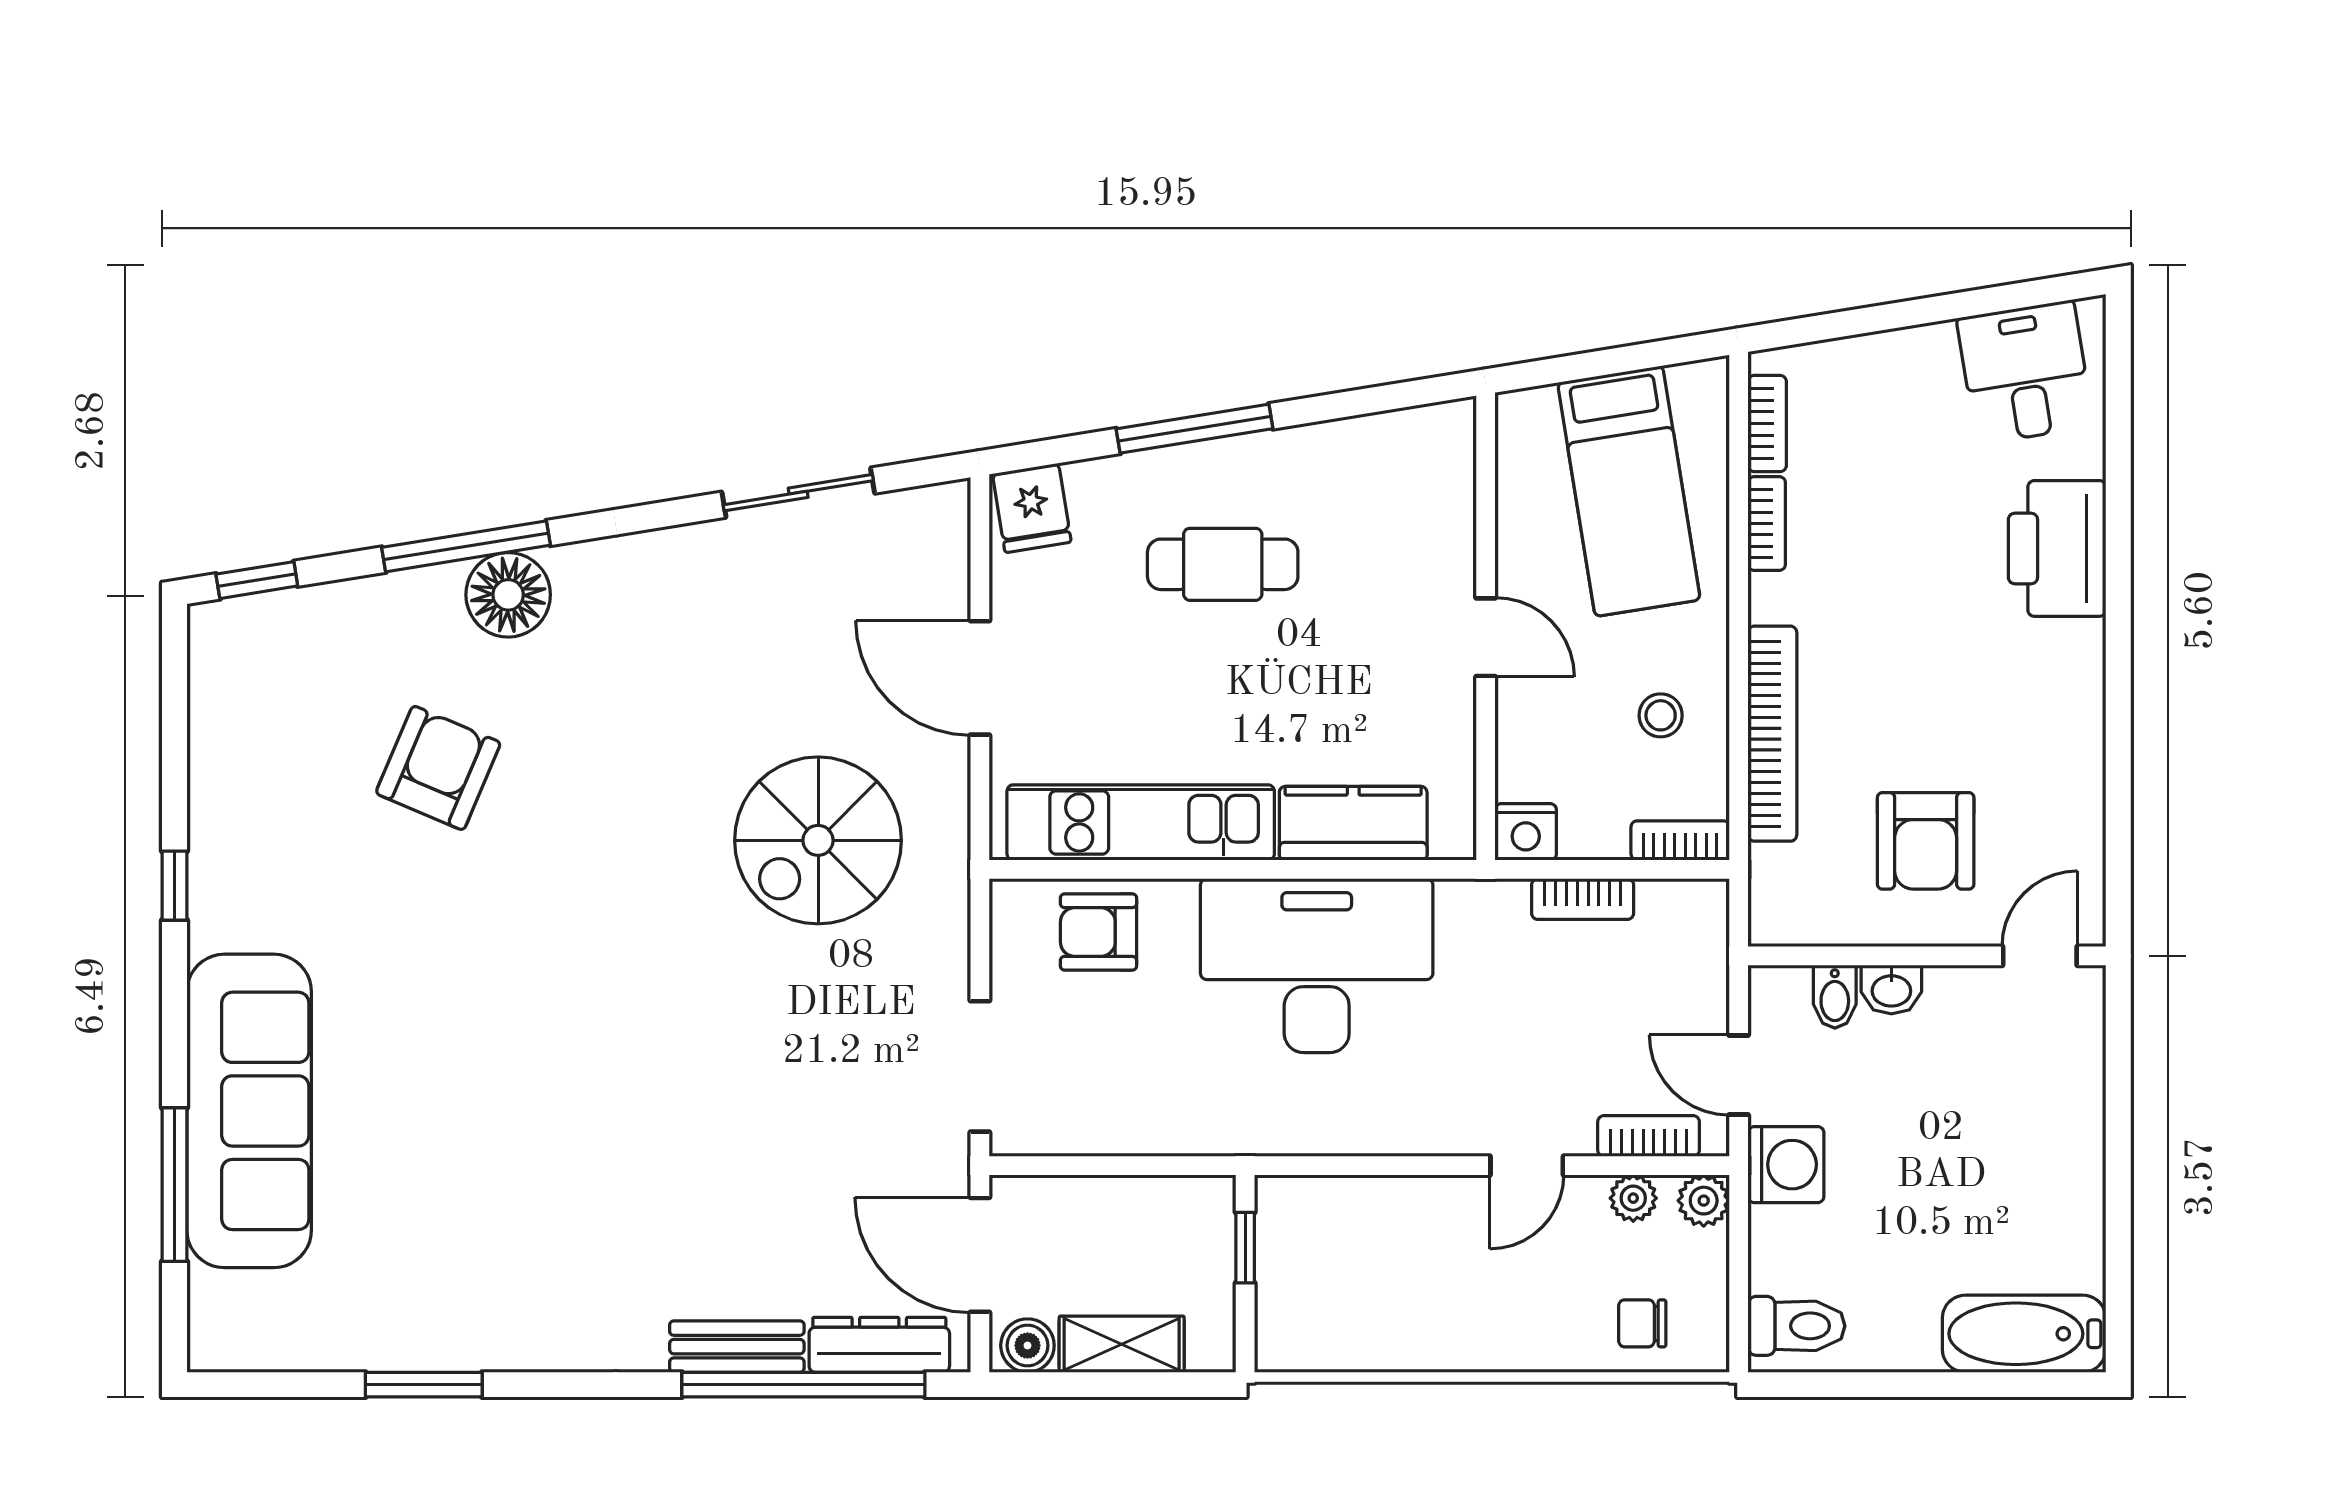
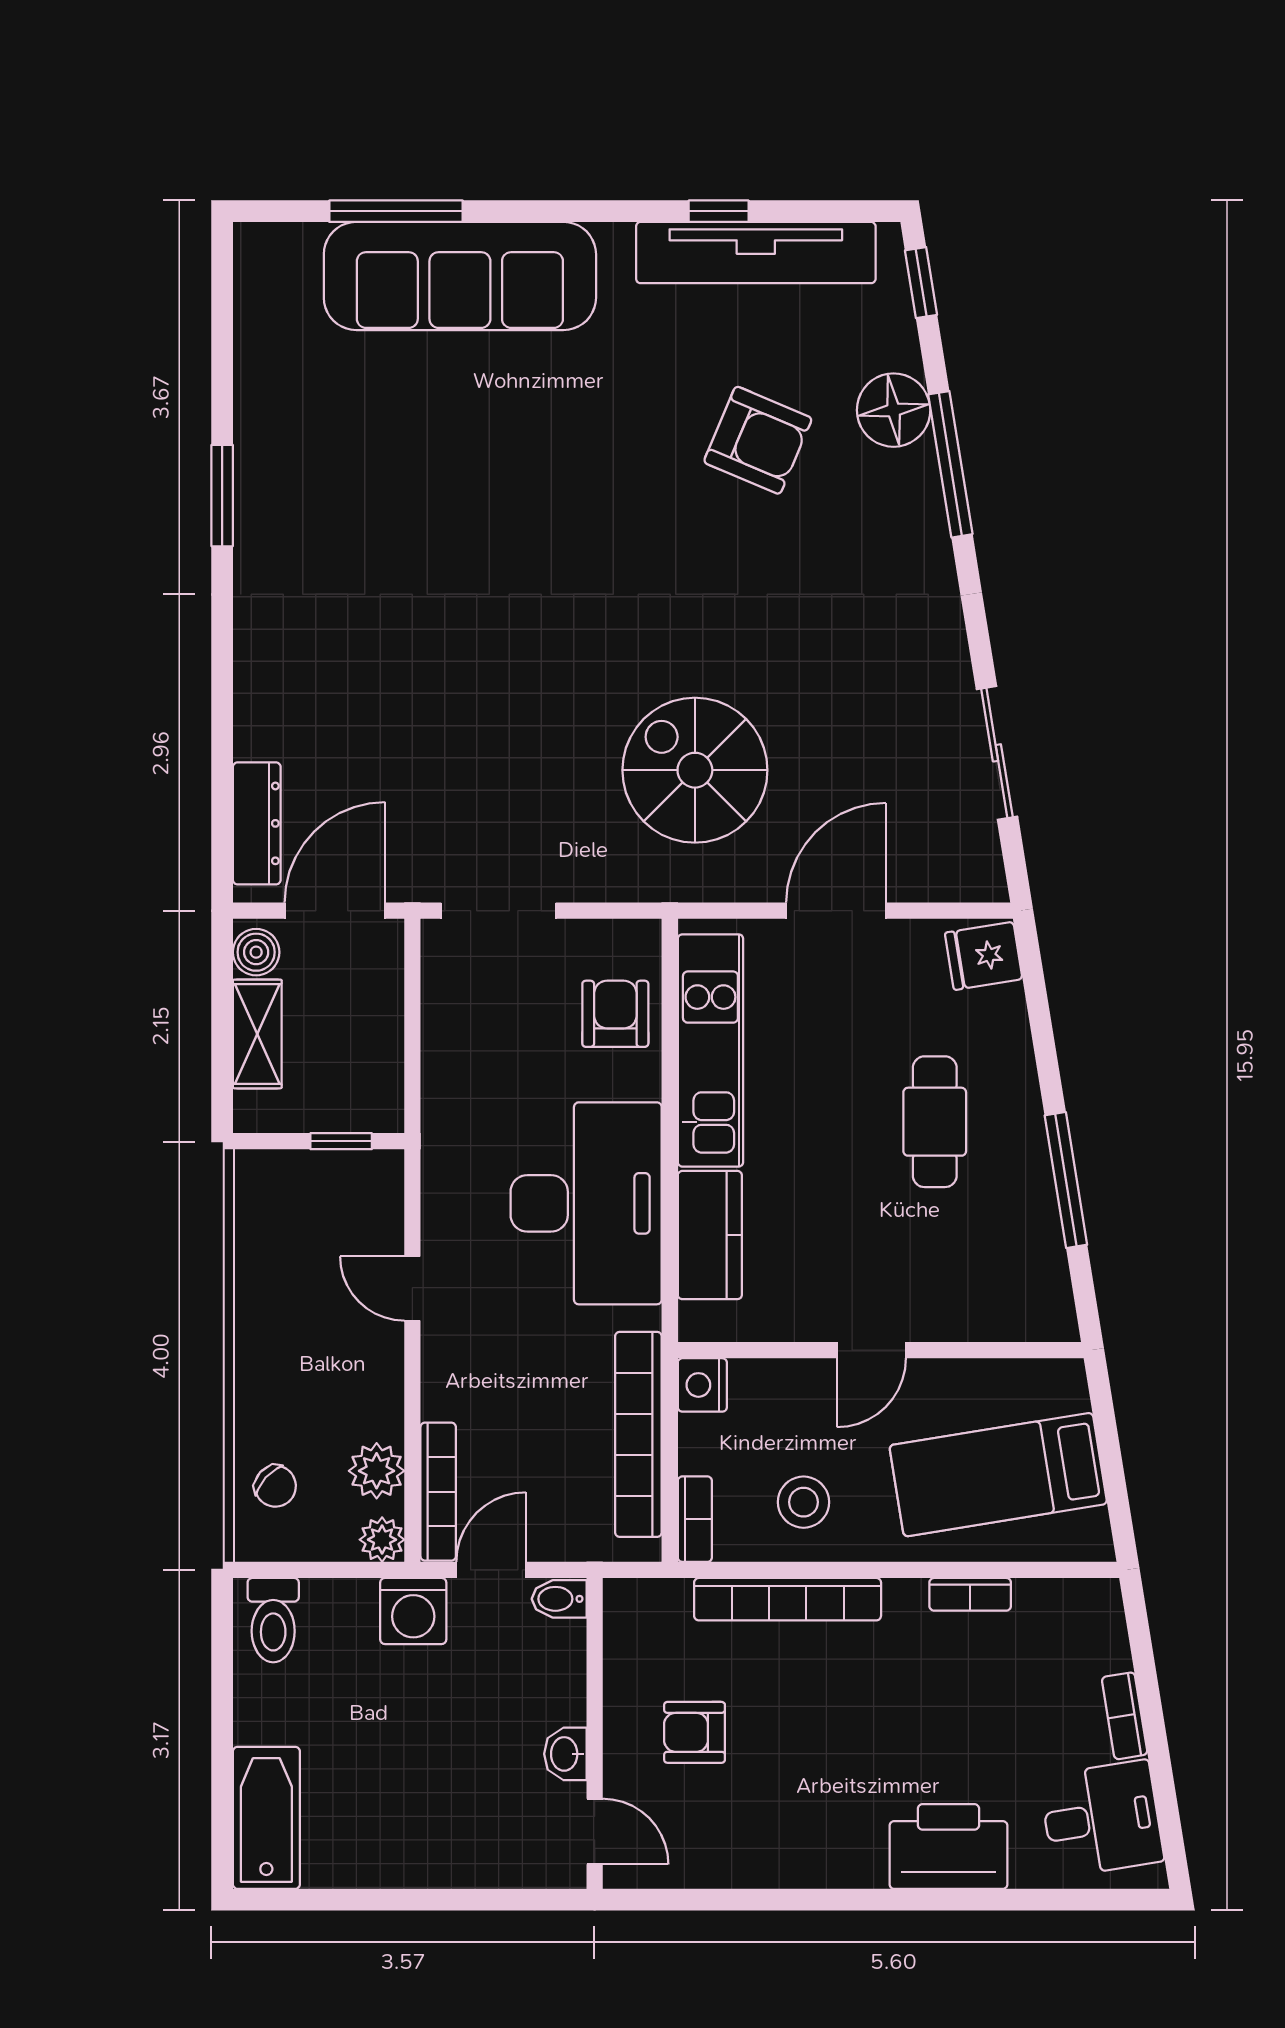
bookcase: (1767, 424) -> (1125, 1716), moved, turned 81
window: (1194, 429) -> (1066, 1180), moved
floor lamp: (508, 595) -> (894, 410), moved
stool: (1661, 715) -> (804, 1502), width x1.37, depth x1.37
tv unit: (222, 770) -> (756, 253), added
armchair: (1926, 841) -> (695, 1732), width x0.72, depth x0.72
window: (175, 886) -> (719, 211), moved
bookcase: (1583, 899) -> (638, 1434), width x2.31, depth x1.31
washbasin: (1891, 989) -> (565, 1754), moved
bidet: (1835, 997) -> (559, 1599), moved
bookcase: (1649, 1136) -> (438, 1492), width x1.56
door: (1527, 1166) -> (412, 1288), moved
plant: (1633, 1198) -> (377, 1471), width x1.38, depth x1.38
chair: (1642, 1323) -> (275, 1486), turned 132
bench: (737, 1347) -> (255, 700), removed
window: (424, 1385) -> (222, 496), moved
window: (803, 1385) -> (222, 757), removed

